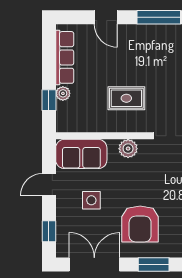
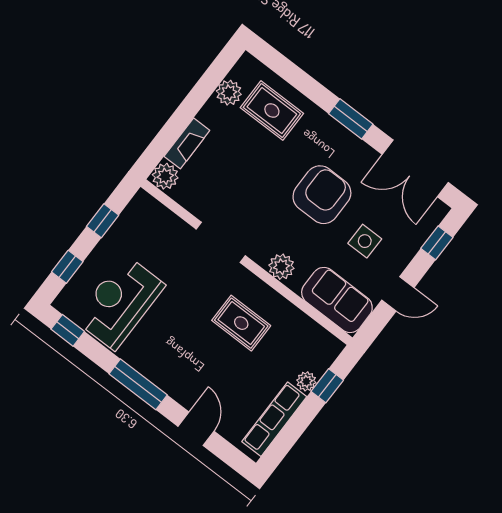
armchair: (140, 224) -> (322, 195), moved

